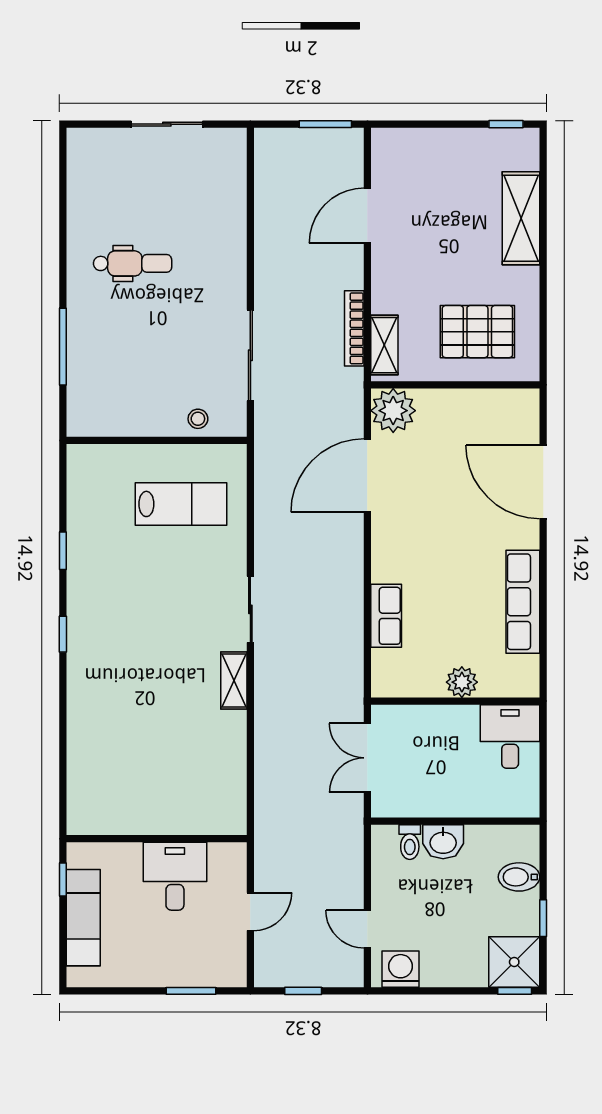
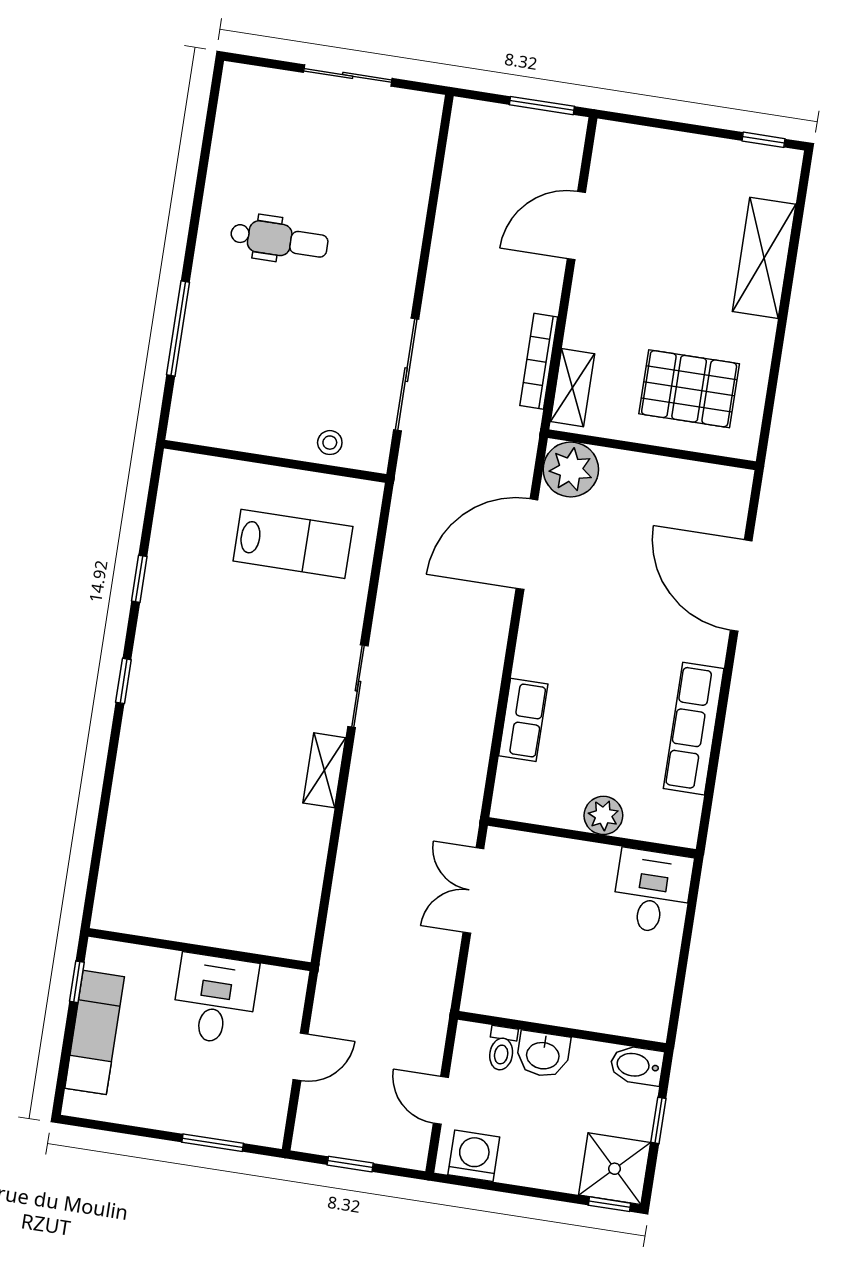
wall: (455, 821) -> (562, 1031), moved
toilet: (410, 842) -> (502, 1048), moved
washbasin: (443, 842) -> (543, 1054), moved

